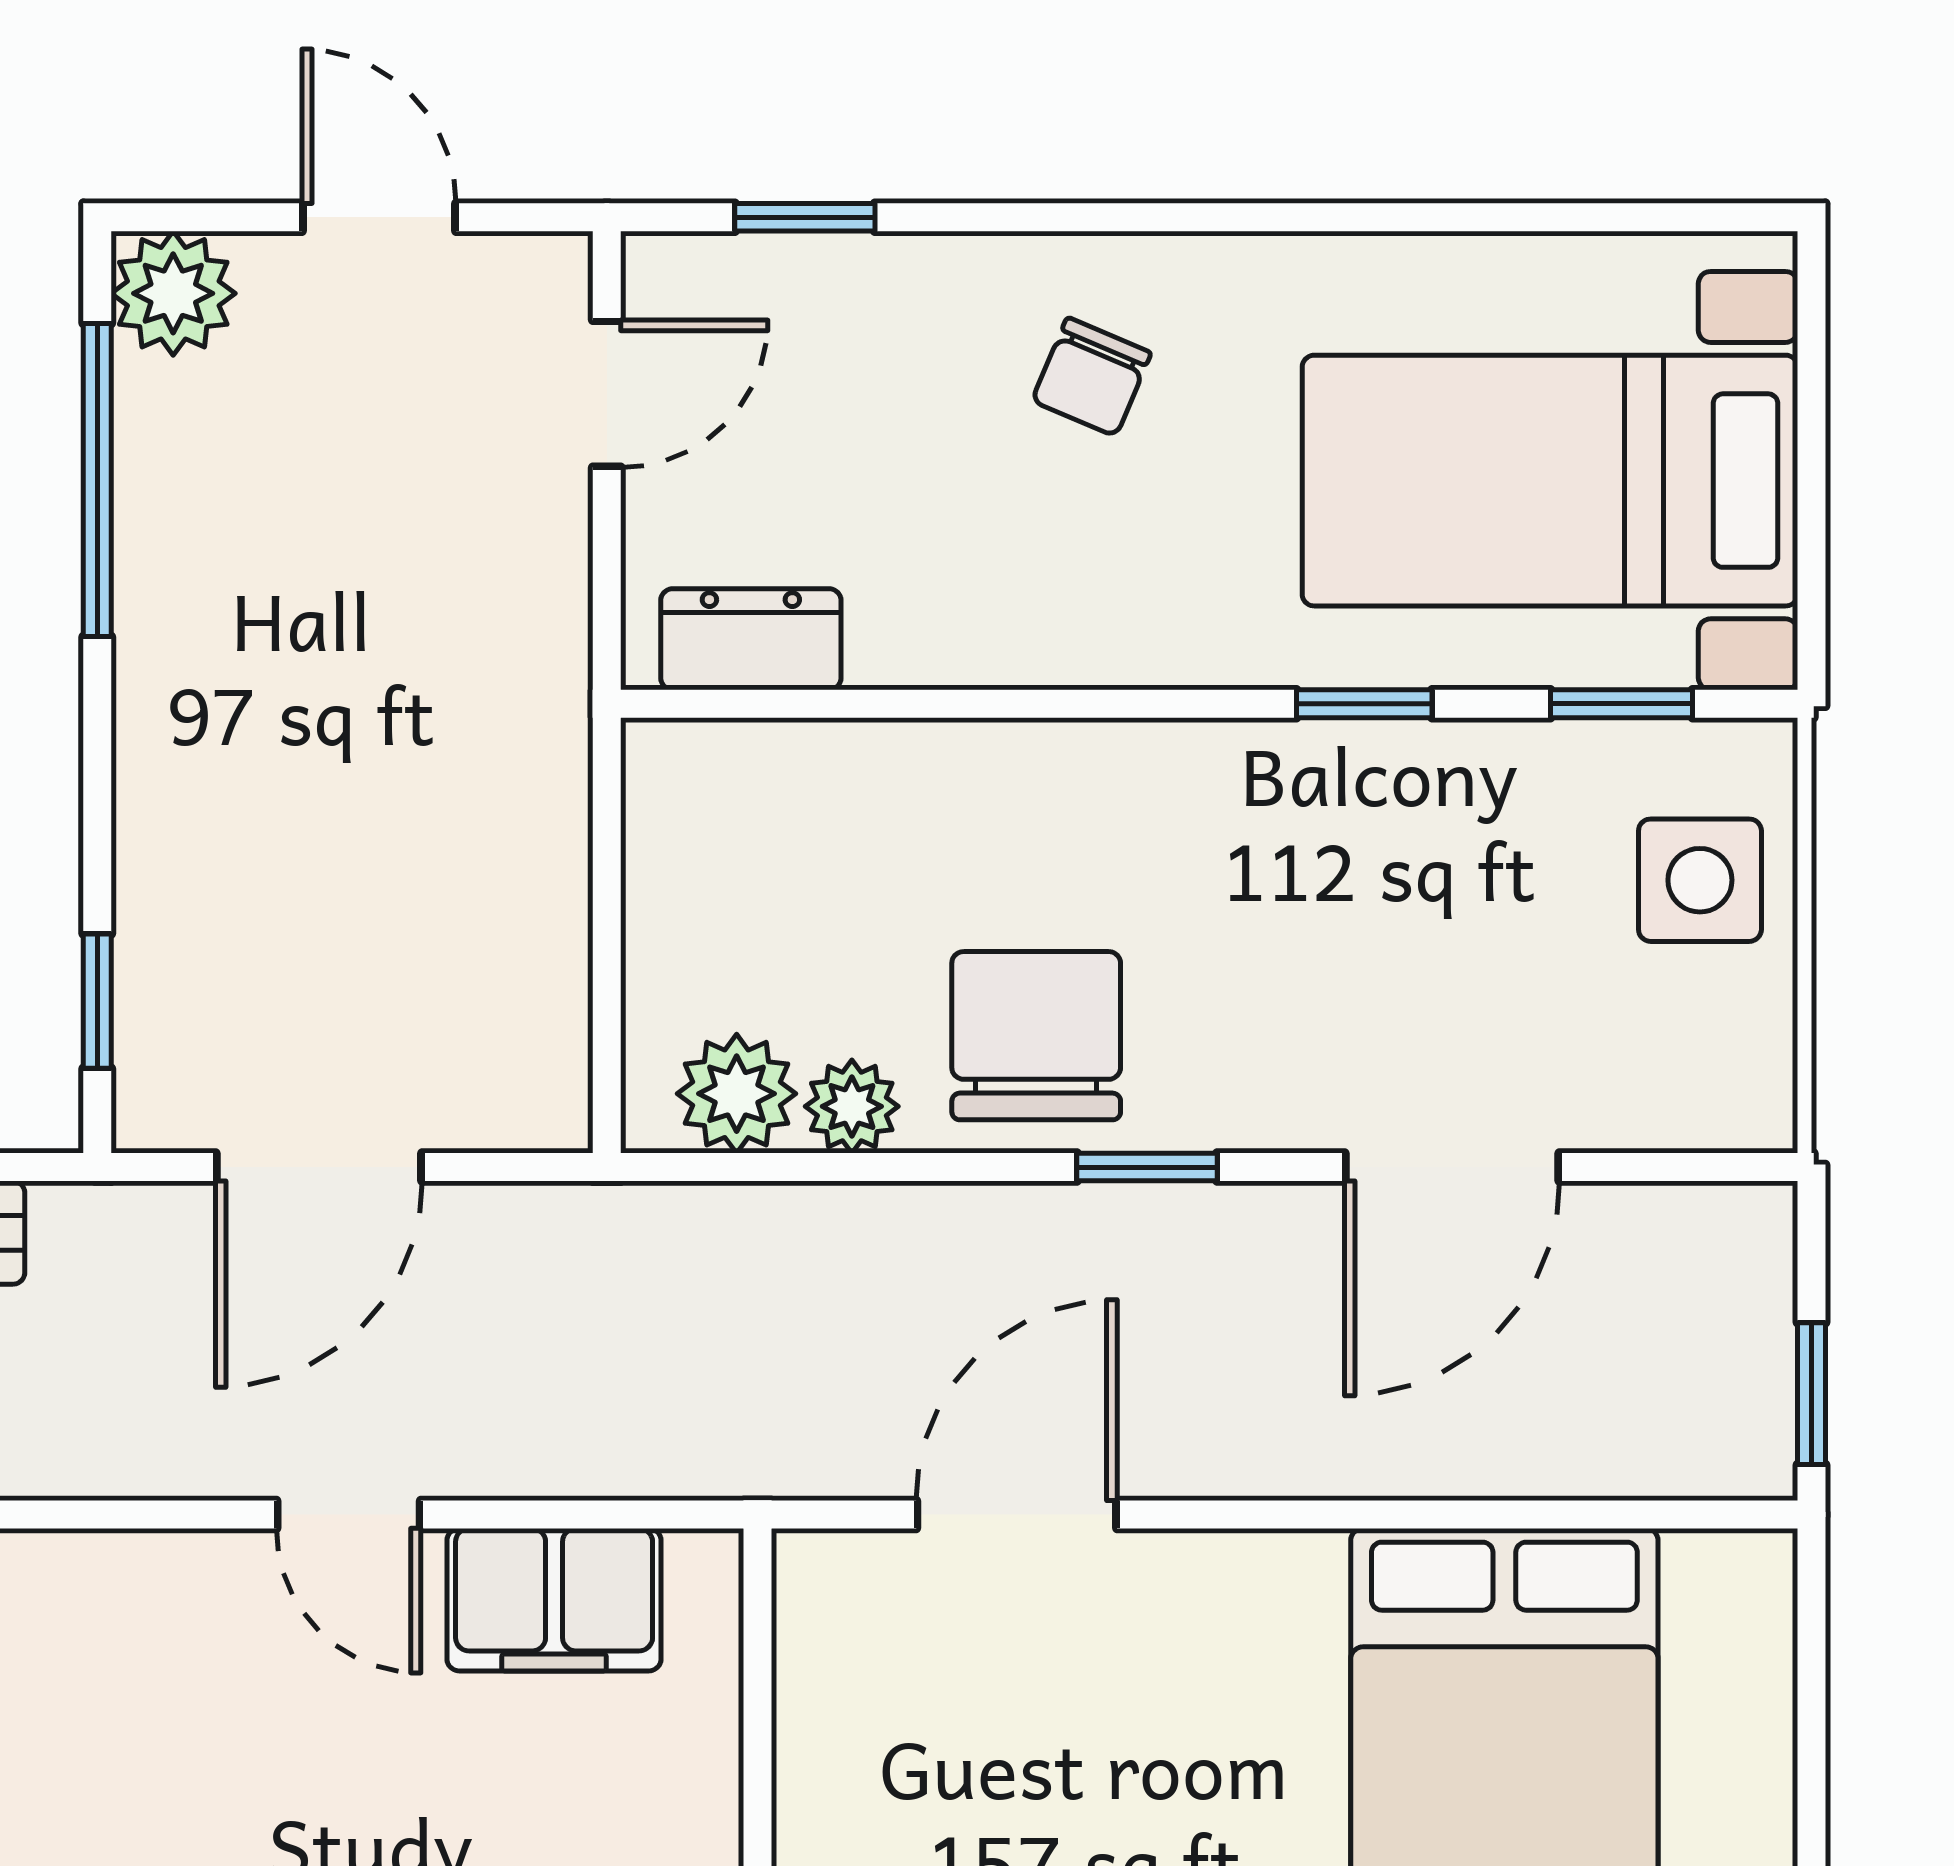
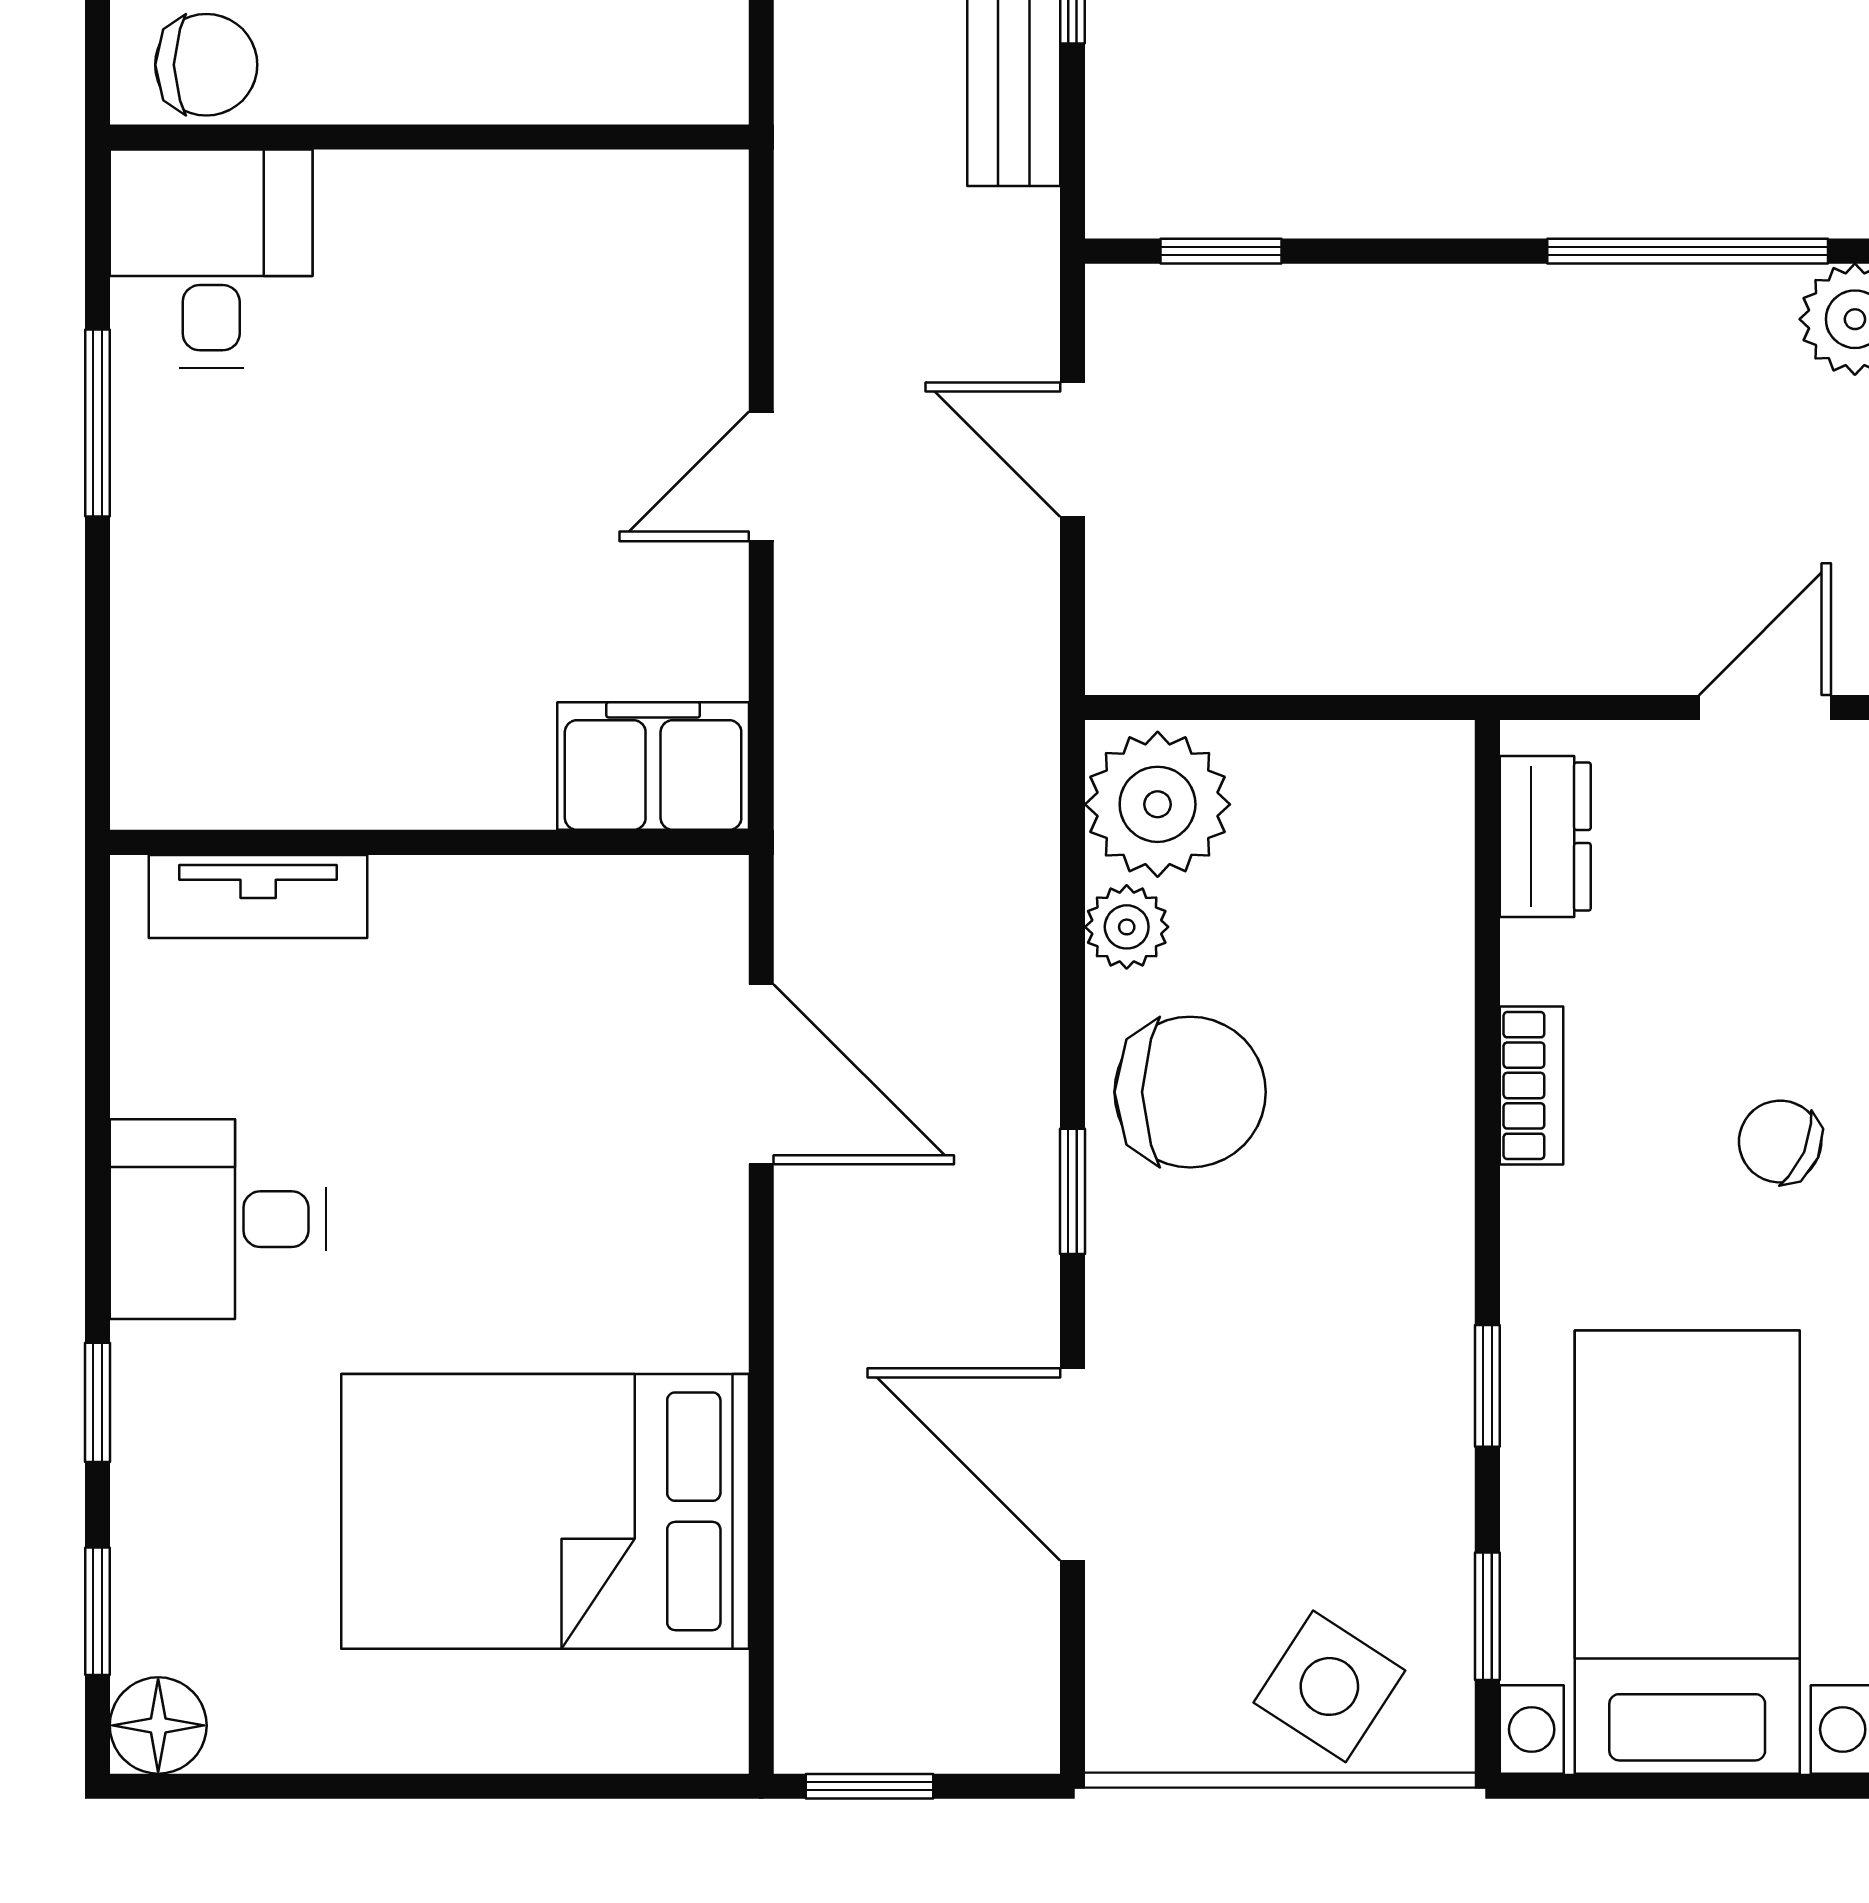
door: (607, 394) -> (1765, 708), swing flipped
bookcase: (1029, 654) -> (1532, 1086), added
side table: (1700, 880) -> (1329, 1686), turned 33
plant: (737, 1094) -> (1158, 804), width x1.36, depth x1.36
door: (319, 1167) -> (1072, 450), width x0.73
filing cabinet: (554, 1600) -> (653, 766), moved, turned 90

